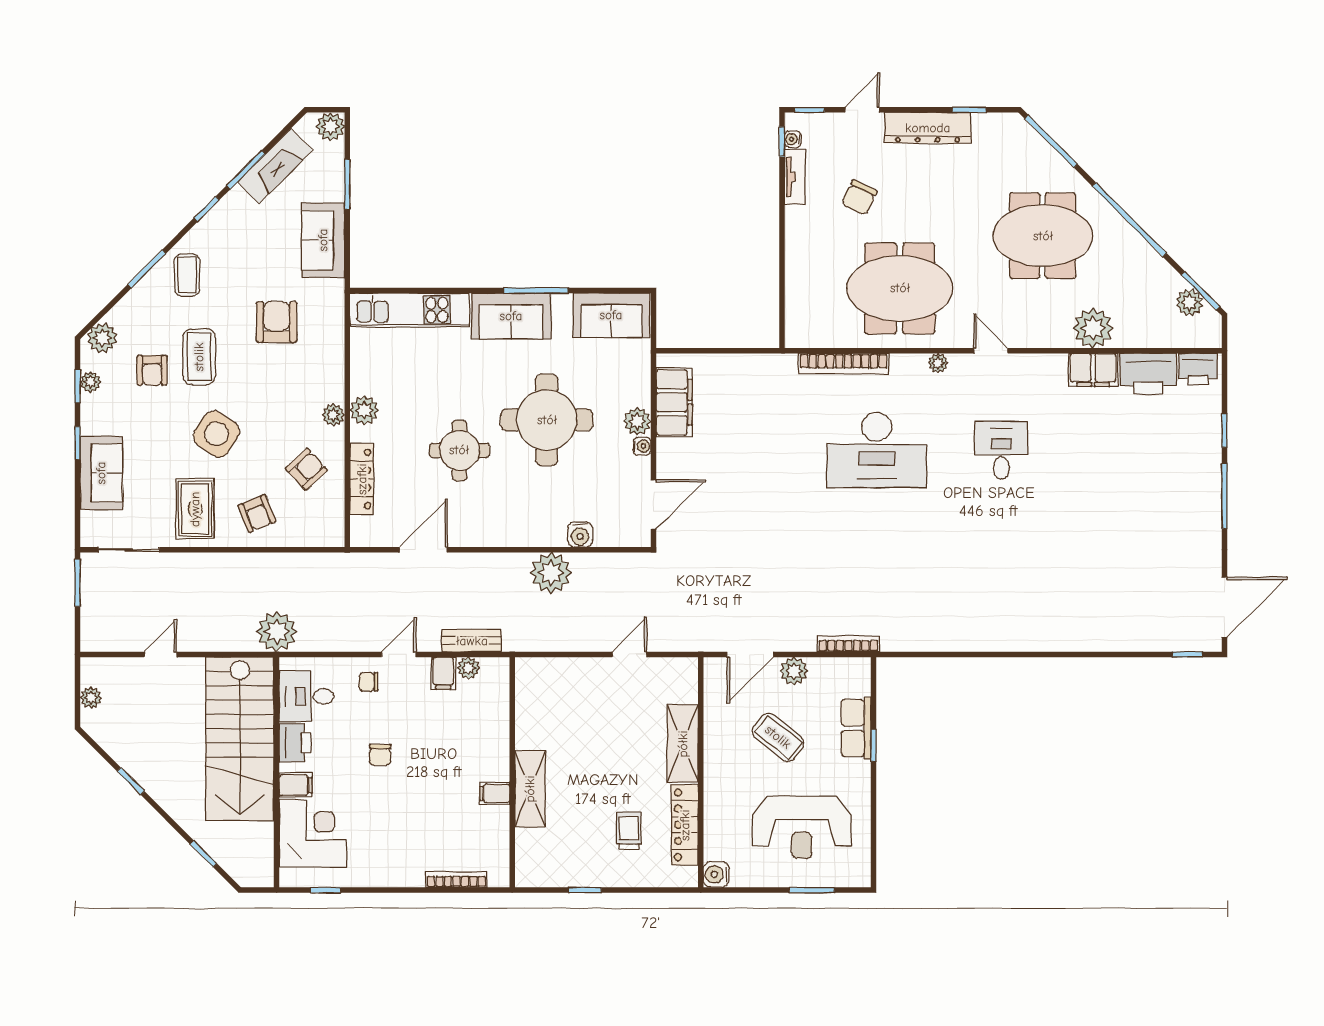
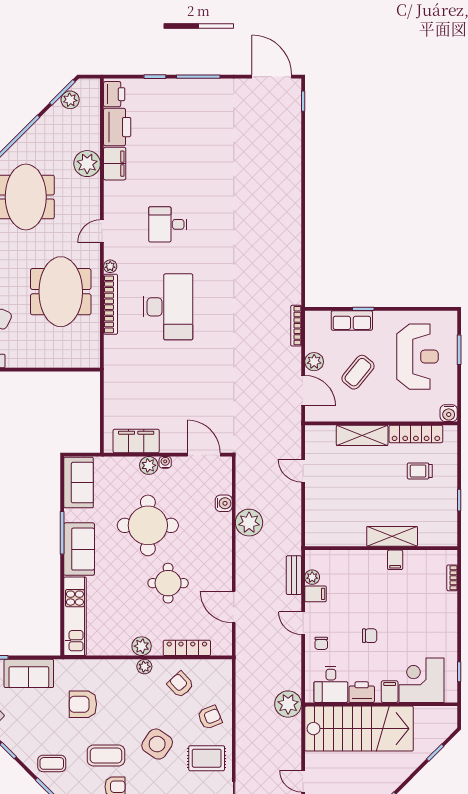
bookcase: (844, 364) -> (111, 304), moved
bookcase: (456, 880) -> (452, 578), width x0.64

